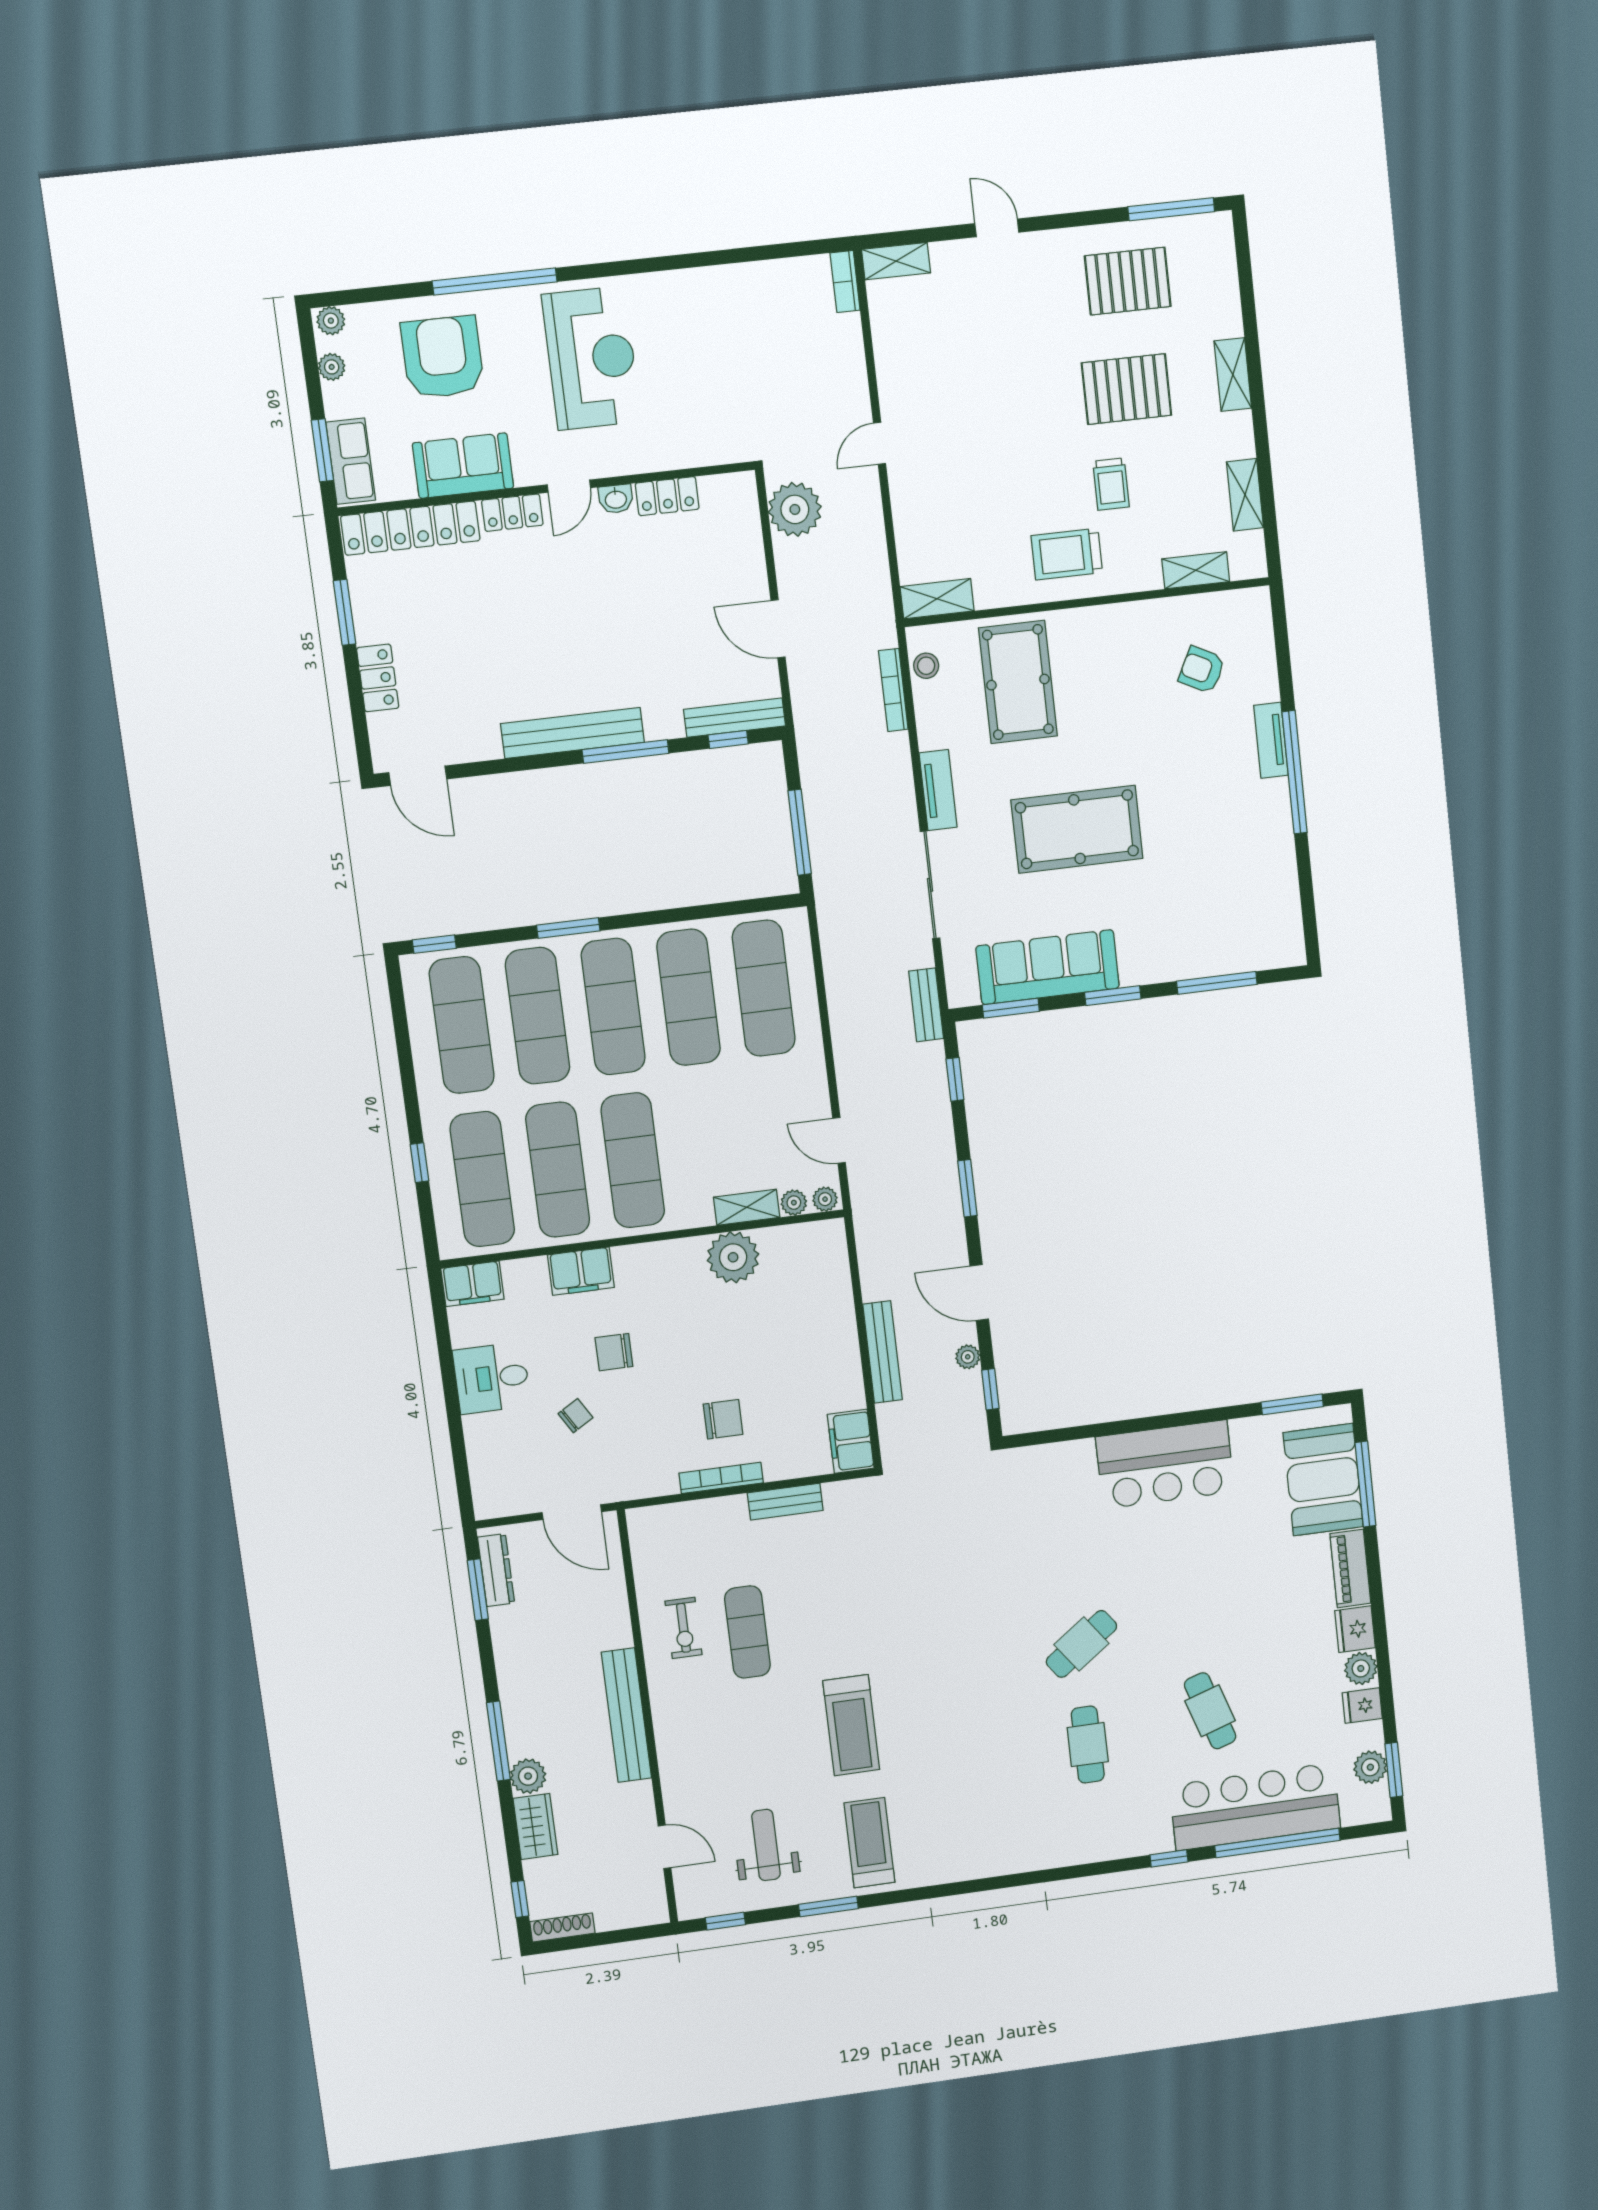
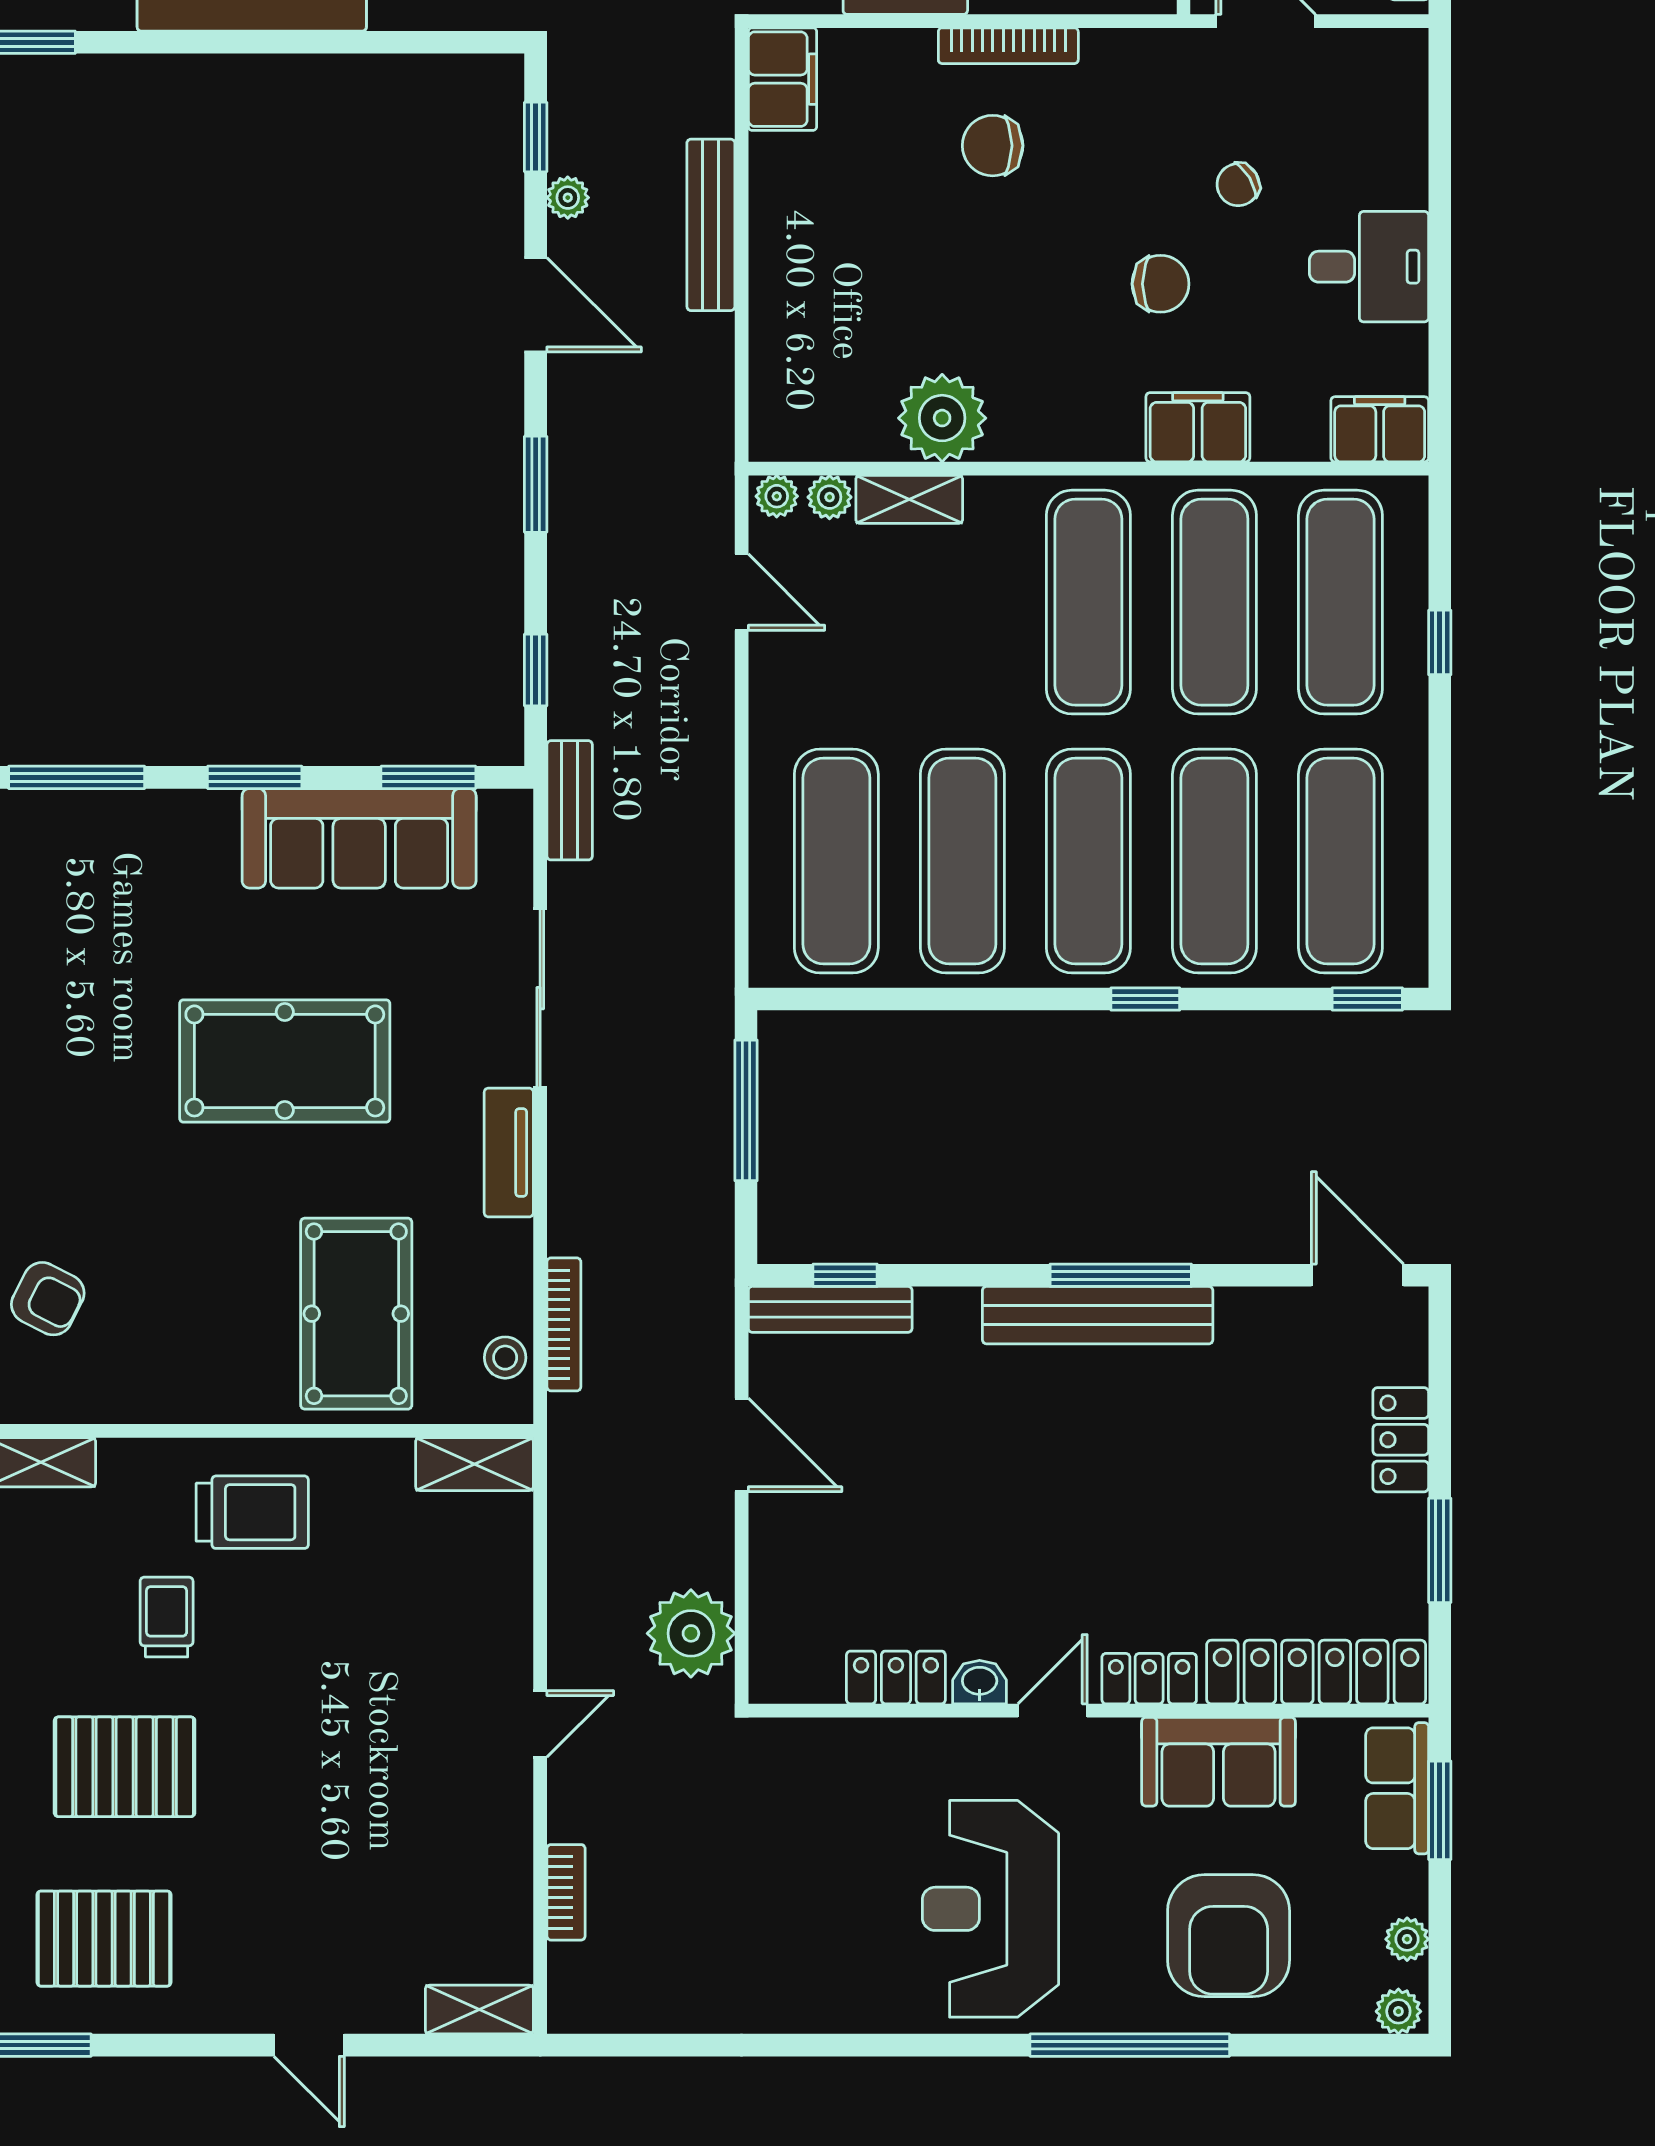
bookcase: (845, 282) -> (566, 1892), moved
window: (625, 751) -> (1121, 1275), moved
window: (568, 928) -> (1145, 999), width x0.67

